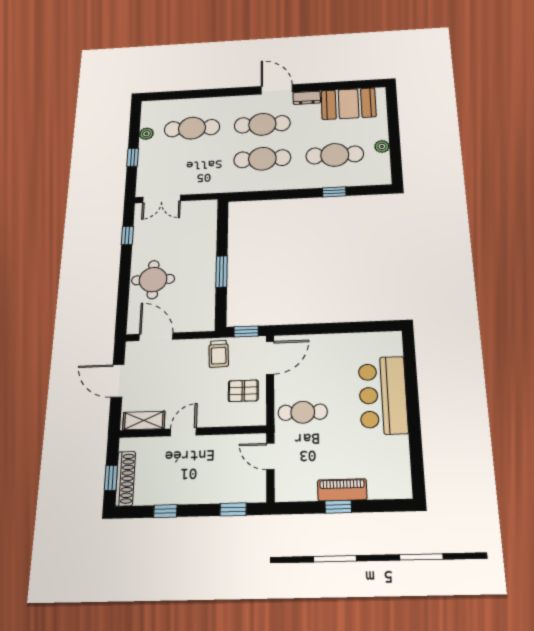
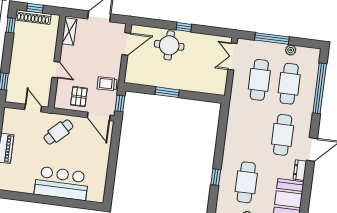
window: (194, 94) -> (320, 88), added
window: (133, 157) -> (272, 38), width x2.17
cafe table: (262, 159) -> (259, 80), moved
window: (127, 235) -> (184, 27), moved
cafe table: (303, 412) -> (58, 132), turned 46
door: (183, 432) -> (56, 70), moved
door: (270, 456) -> (33, 108), hinge flipped
window: (165, 511) -> (11, 25), moved

